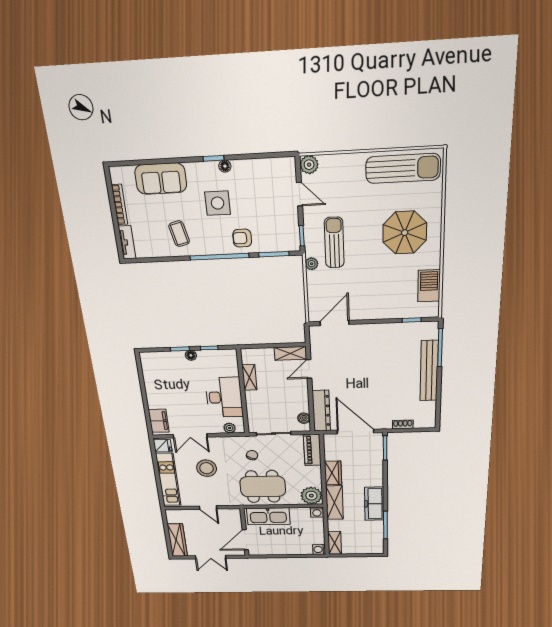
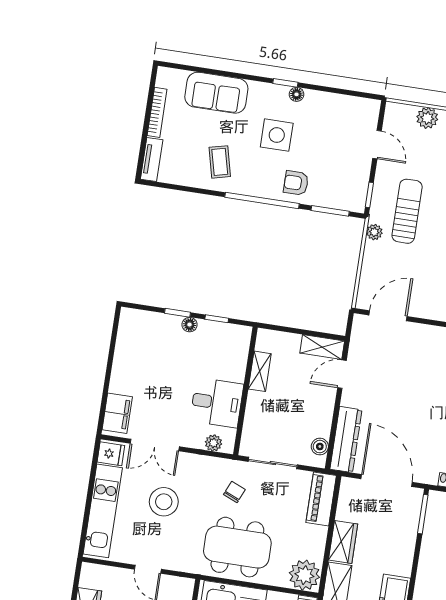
plant: (309, 165) -> (427, 118), moved
desk: (224, 397) -> (217, 403), width x0.73

